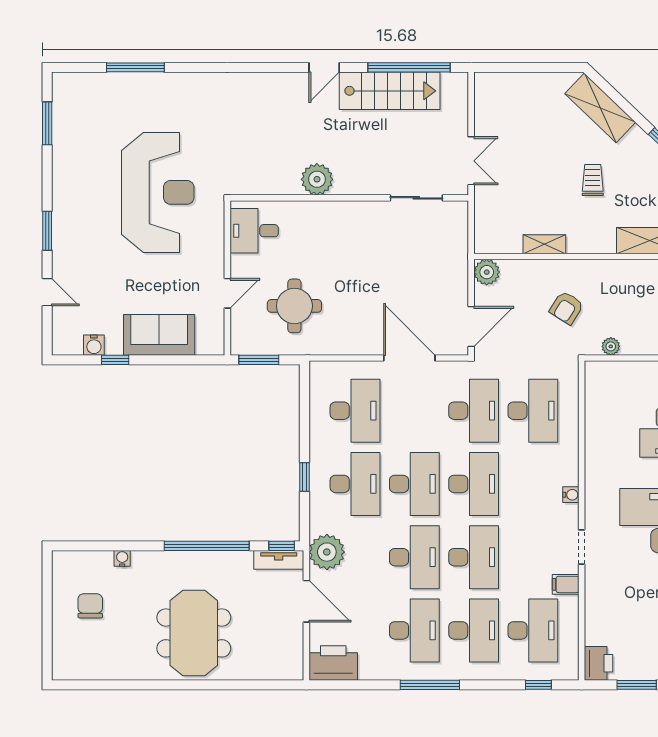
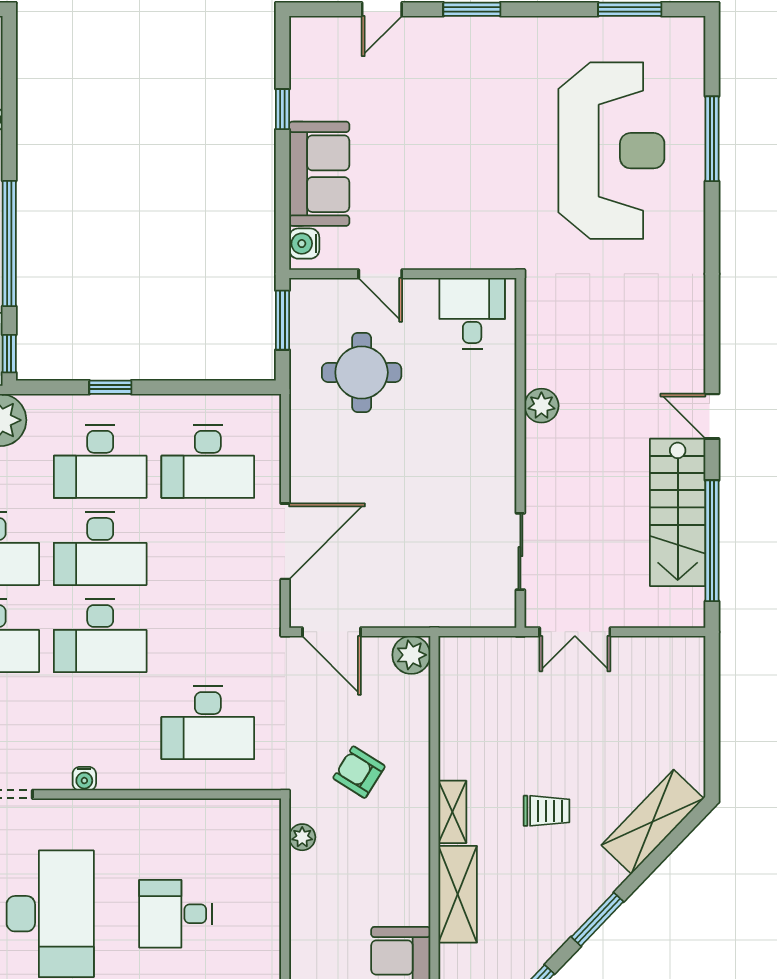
plant: (317, 179) -> (541, 406), width x0.73, depth x0.73
reception desk: (158, 192) -> (611, 151), moved, turned -90
shelving: (544, 244) -> (452, 812), moved
water cooler: (94, 345) -> (304, 244), moved
desk: (474, 411) -> (208, 636), removed

